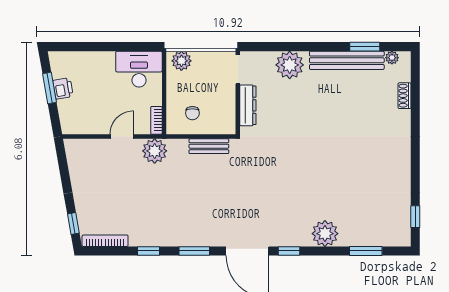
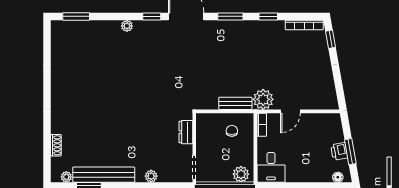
floor lamp: (65, 57) -> (338, 177), added
plant: (290, 65) -> (151, 176), width x0.53, depth x0.53
desk: (139, 69) -> (271, 167), width x0.73
dresser: (248, 105) -> (186, 132), width x0.70
bench: (209, 146) -> (235, 103), moved
window: (415, 217) -> (47, 45), removed
plant: (325, 234) -> (127, 26), width x0.53, depth x0.53
window: (366, 251) -> (76, 16), moved

